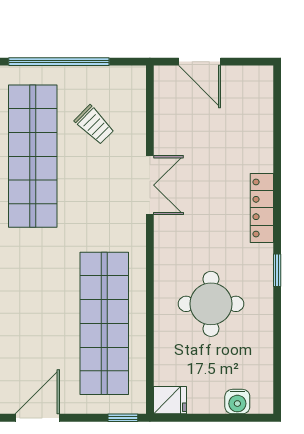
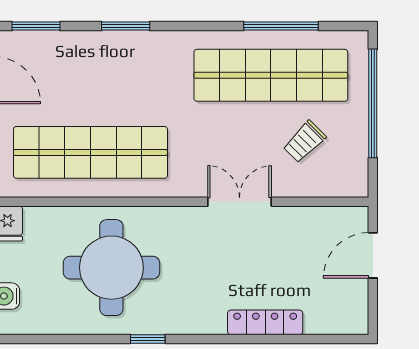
double door: (150, 185) -> (240, 202), swing flipped
locker: (262, 208) -> (265, 322), moved
round table: (211, 304) -> (111, 268), width x1.36, depth x1.36

